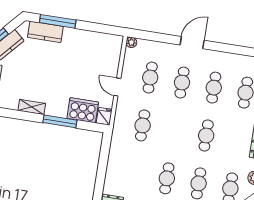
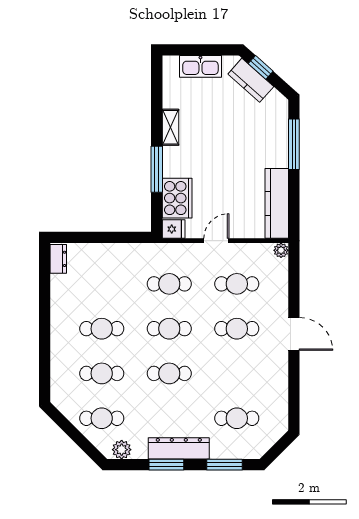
kitchen counter: (45, 32) -> (277, 203), moved, width x1.50
cafe table: (214, 88) -> (169, 329), moved

